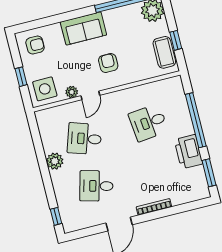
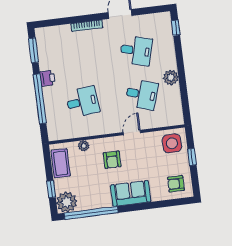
window: (176, 40) -> (51, 189), moved
plant: (72, 92) -> (84, 146), moved
printer: (188, 152) -> (47, 78), width x0.53, depth x0.68

